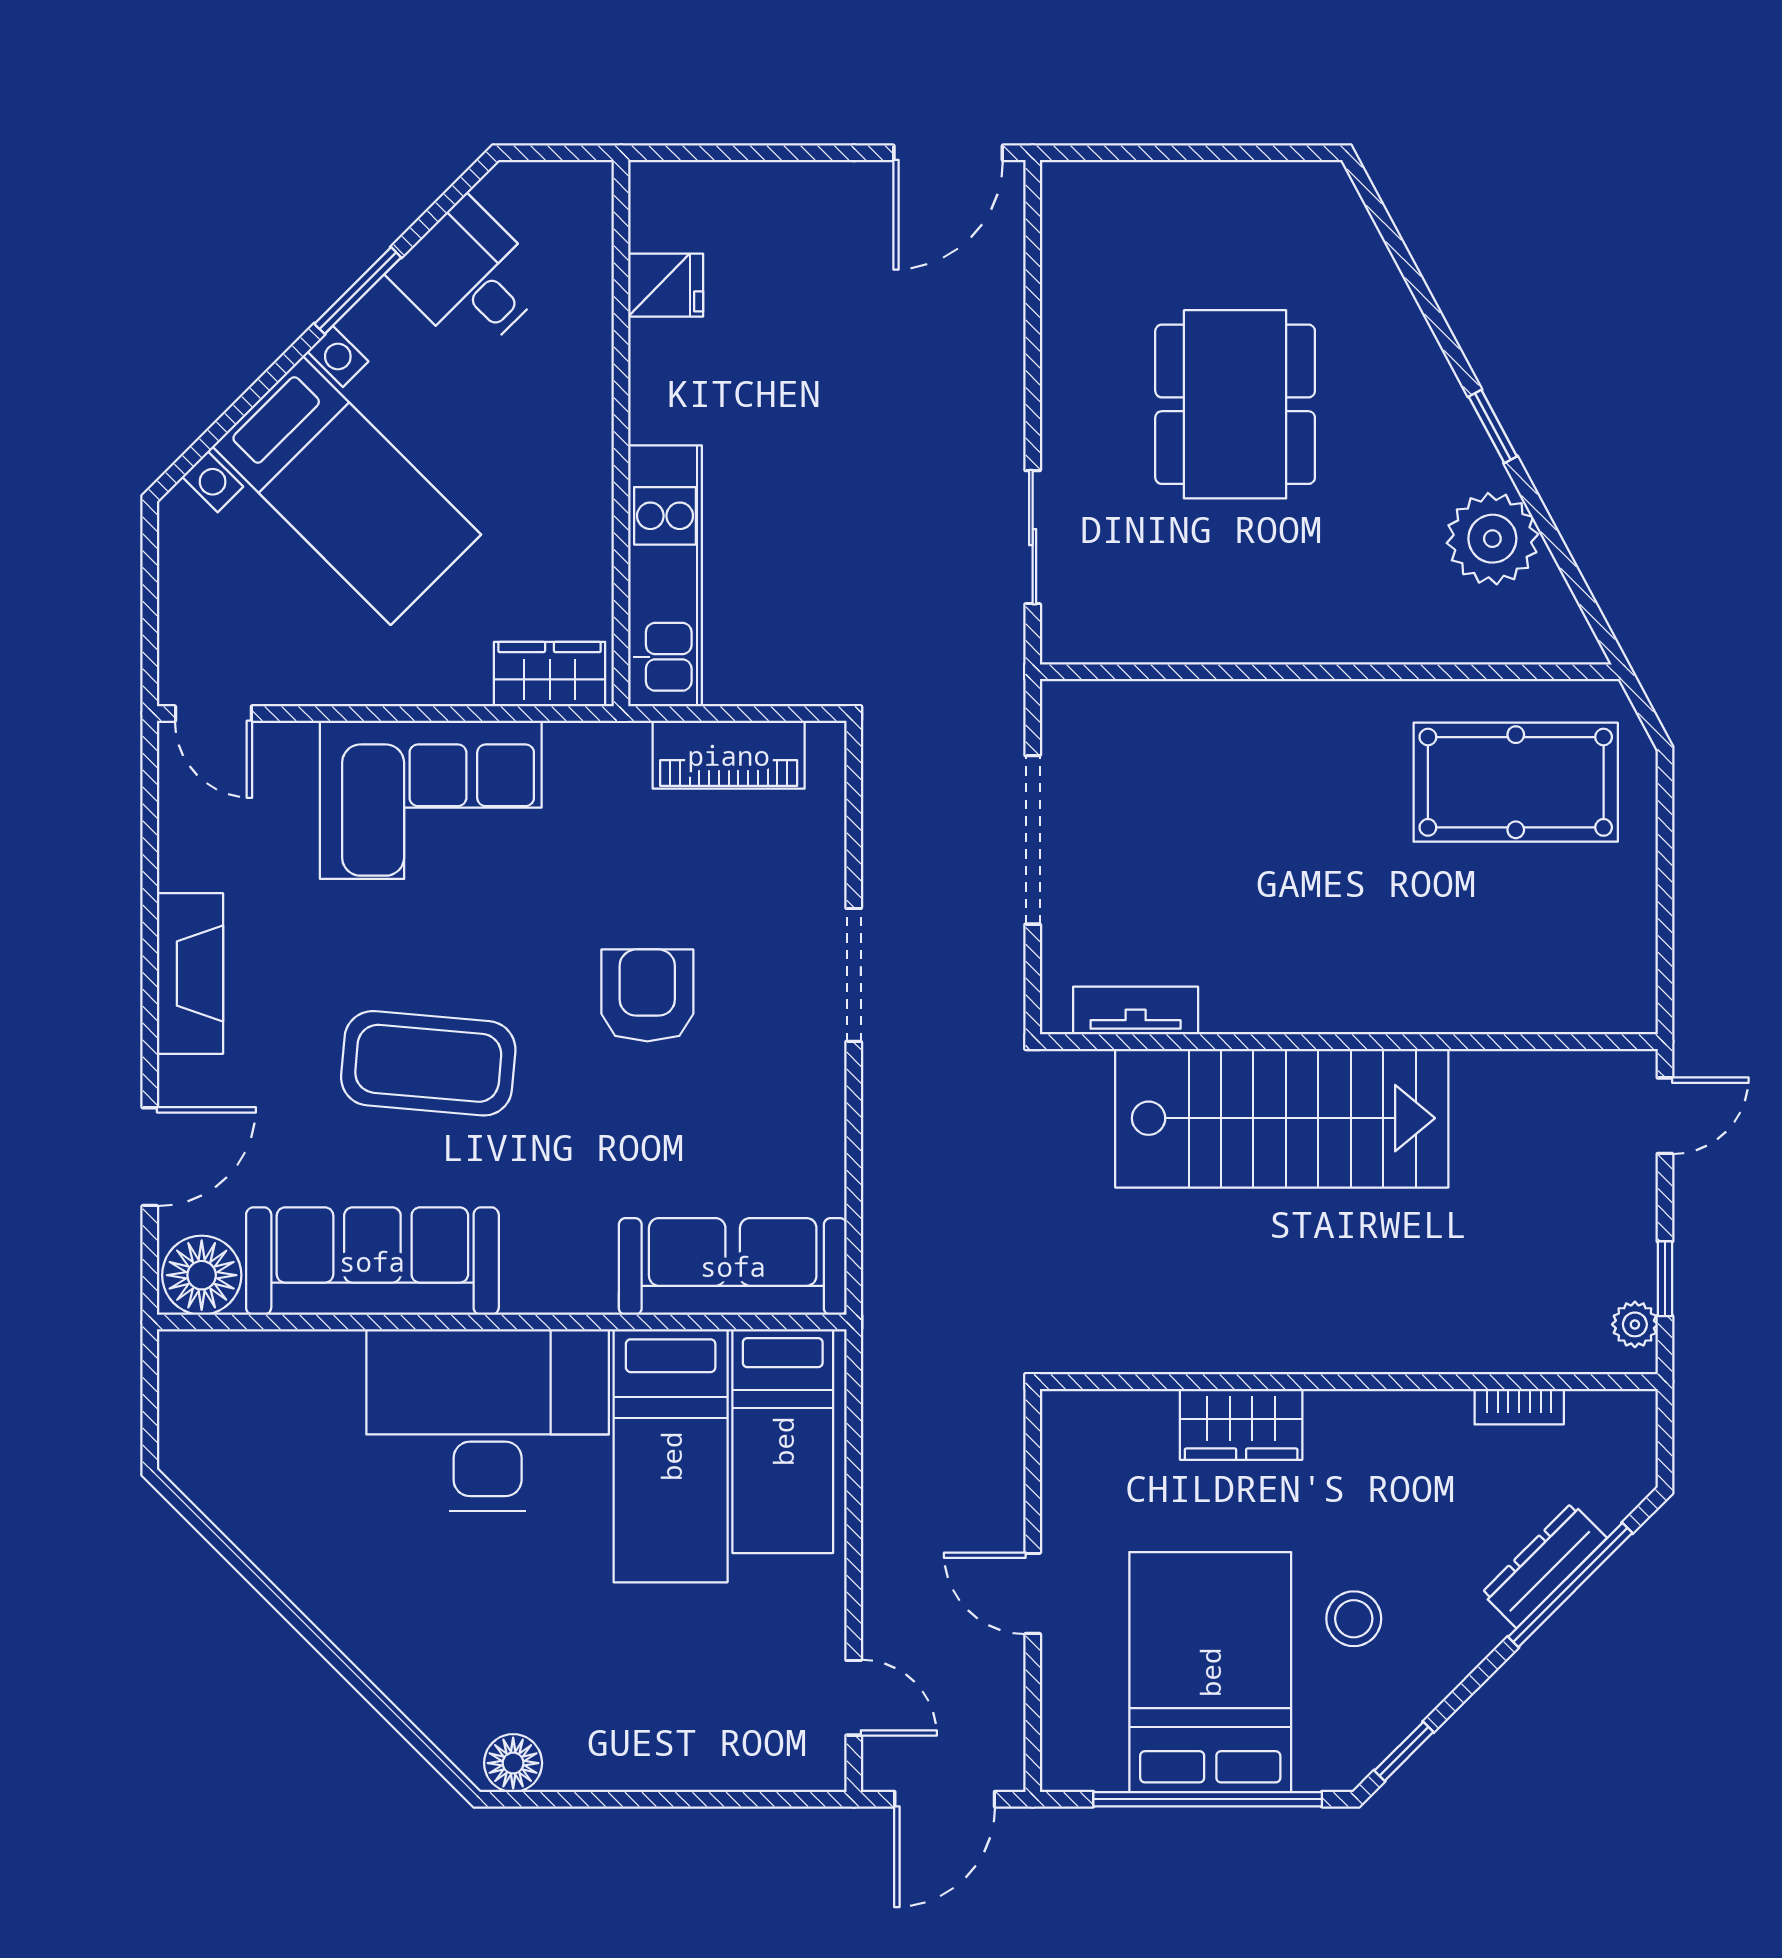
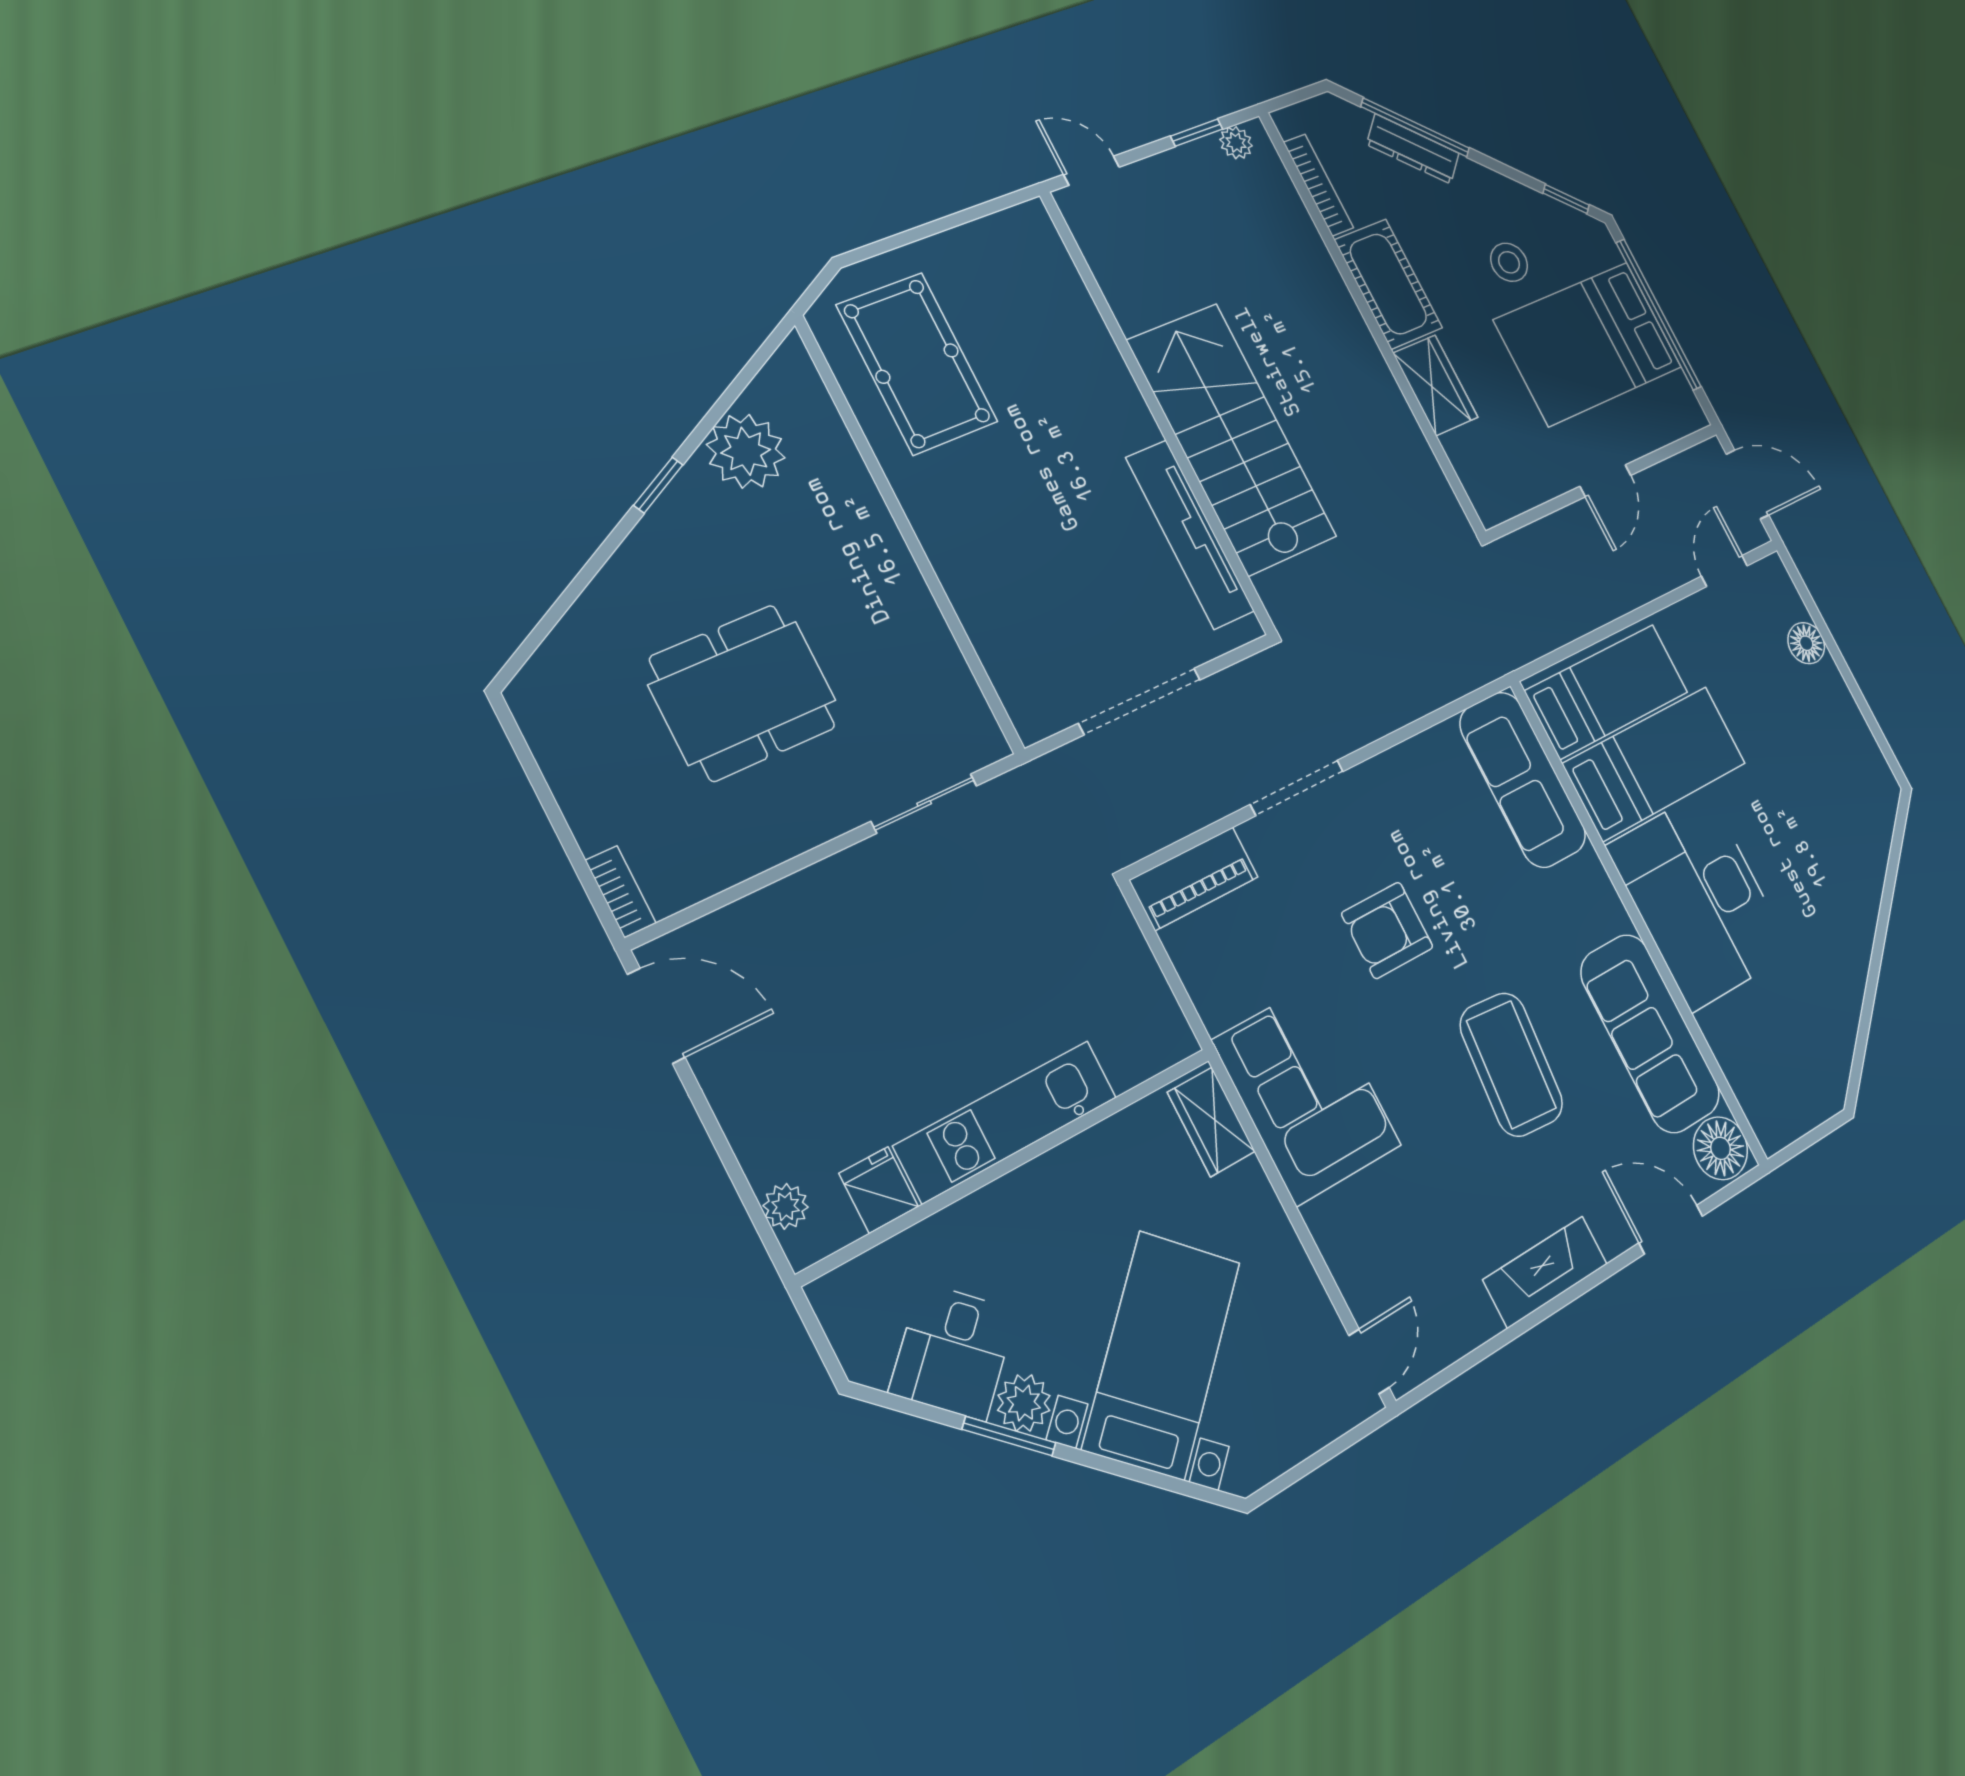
bookcase: (1088, 179) -> (621, 892), added
plant: (699, 185) -> (786, 1206), added
plant: (381, 322) -> (1024, 1403), added
kitchen unit: (665, 576) -> (1006, 1121), moved
piano: (729, 755) -> (1194, 879), moved, turned 90
corner sofa: (431, 800) -> (1307, 1093), moved
tv unit: (1136, 1011) -> (1190, 535), width x1.92, depth x1.29
bookcase: (1519, 1407) -> (1318, 185), width x1.56
cot: (1388, 1432) -> (1388, 284), added
floor lamp: (513, 1763) -> (1806, 643), moved

